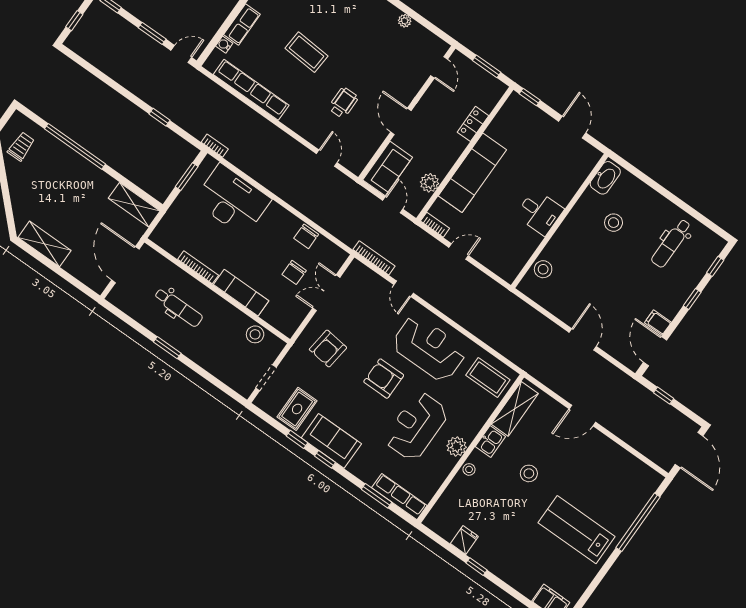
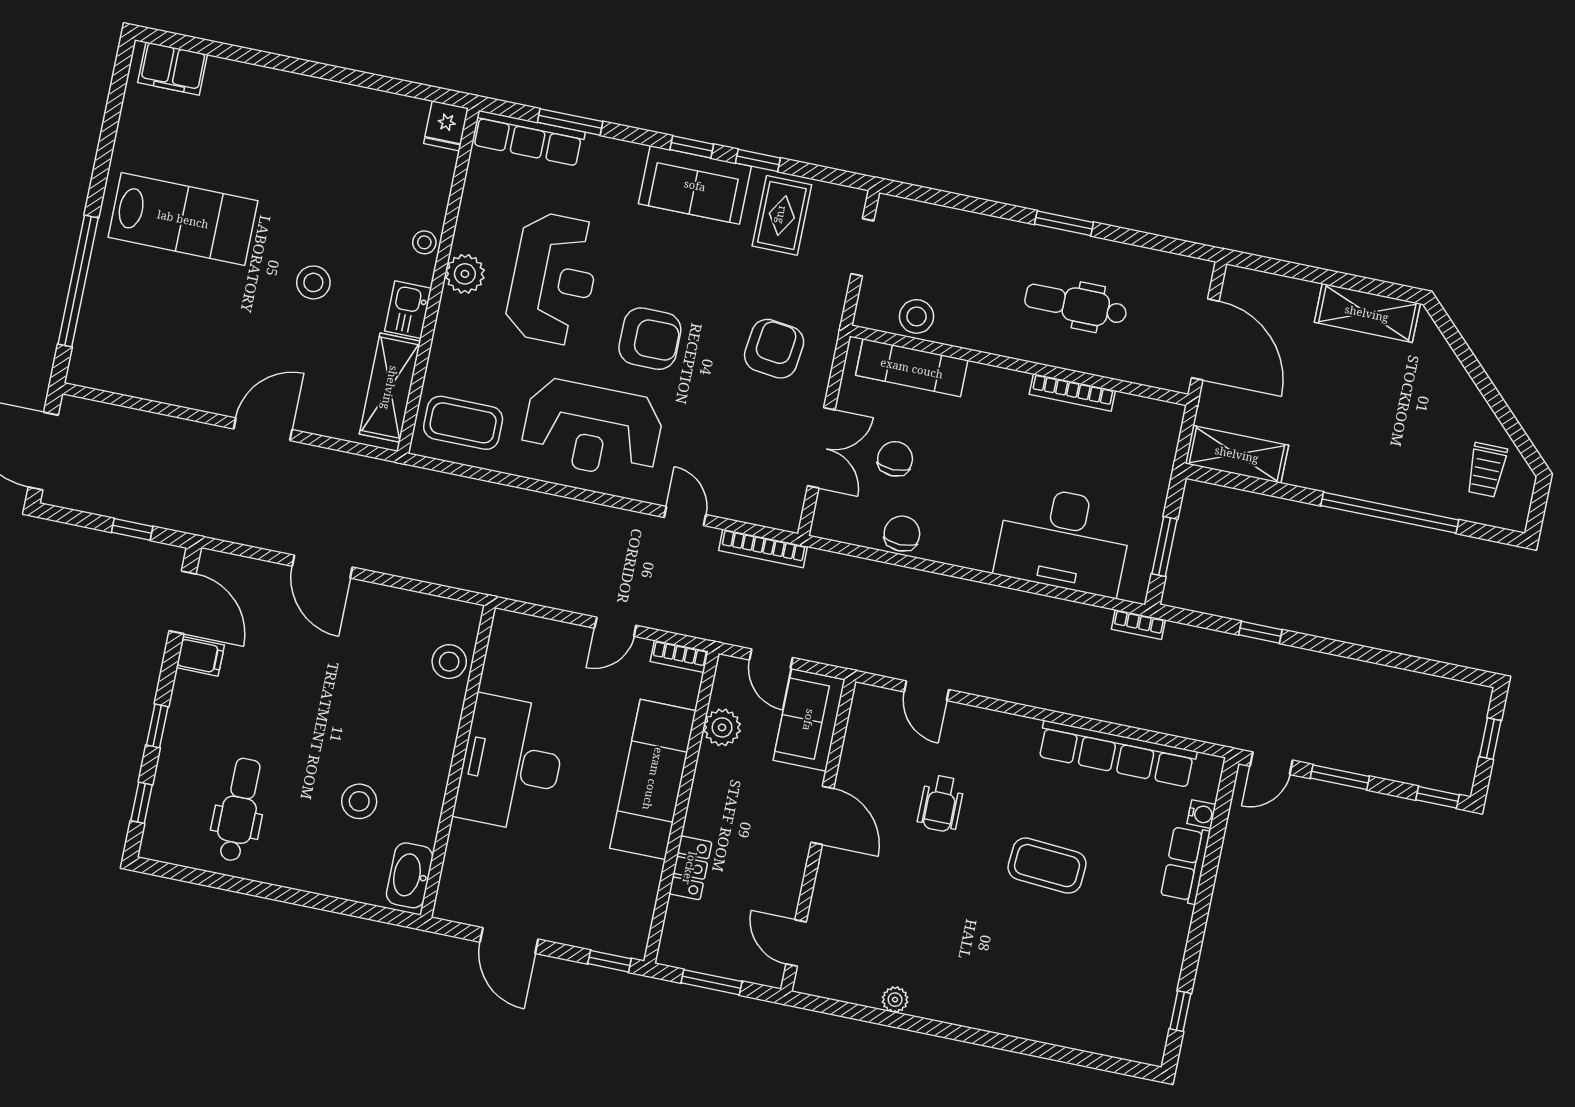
desk: (540, 212) -> (511, 764), width x1.87, depth x1.30
exam couch: (241, 293) -> (912, 368), moved
fridge: (464, 540) -> (446, 126), moved
window: (477, 567) -> (334, 73), removed

